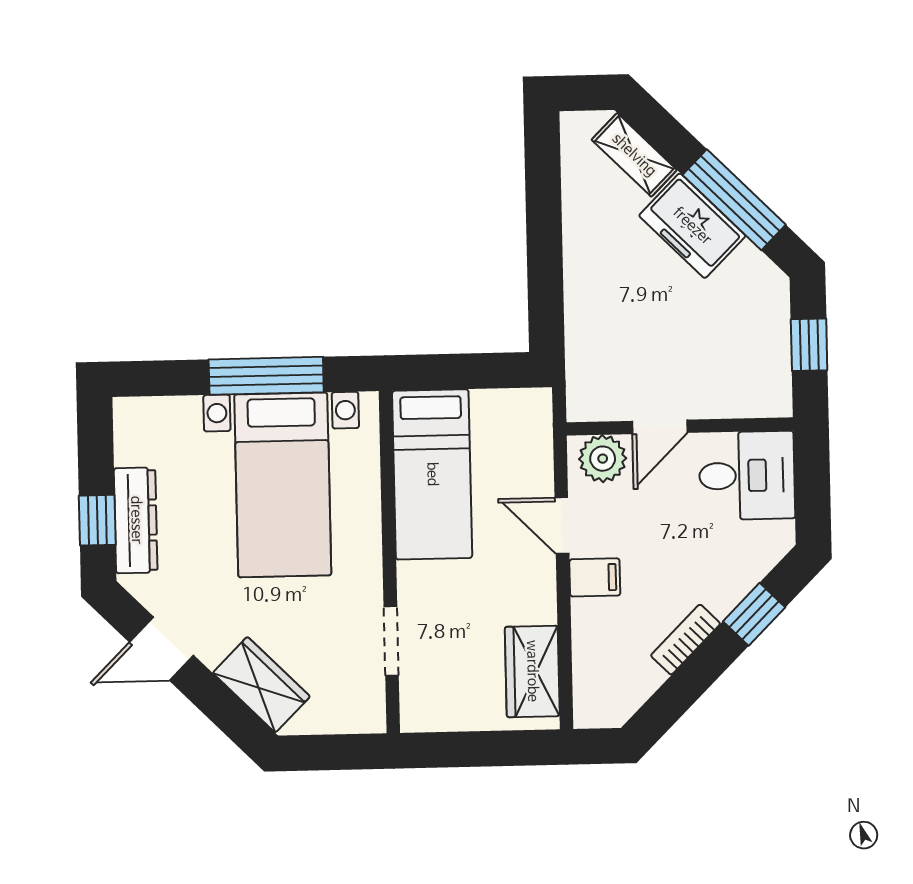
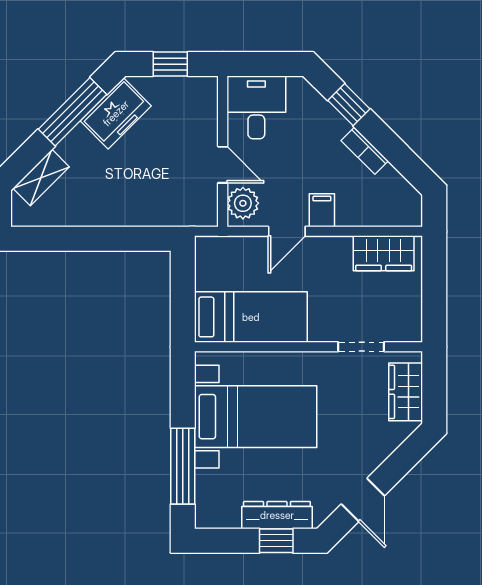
freezer: (692, 226) -> (116, 113), moved
window: (266, 376) -> (183, 466), moved
wardrobe: (261, 685) -> (406, 392), moved, turned -45

